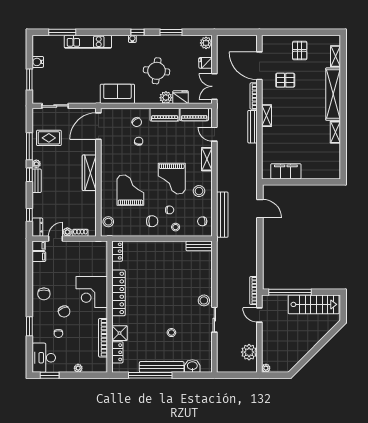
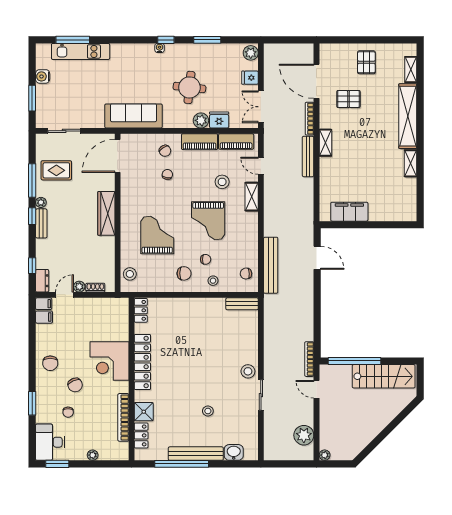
kitchen unit: (88, 42) -> (81, 51), moved
sofa: (117, 94) -> (133, 116), width x1.36
stool: (199, 191) -> (222, 182), moved

